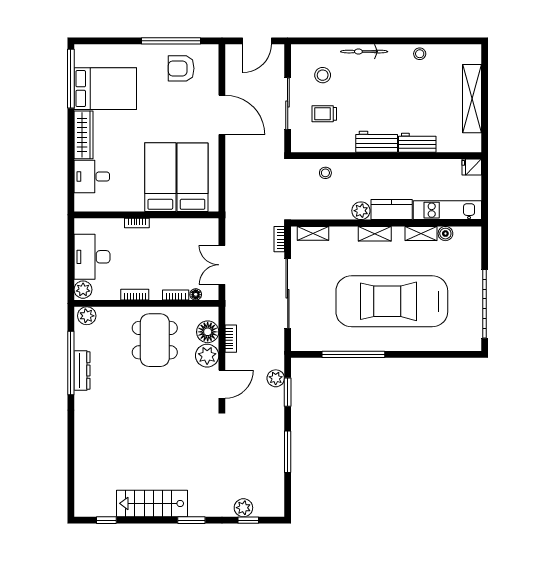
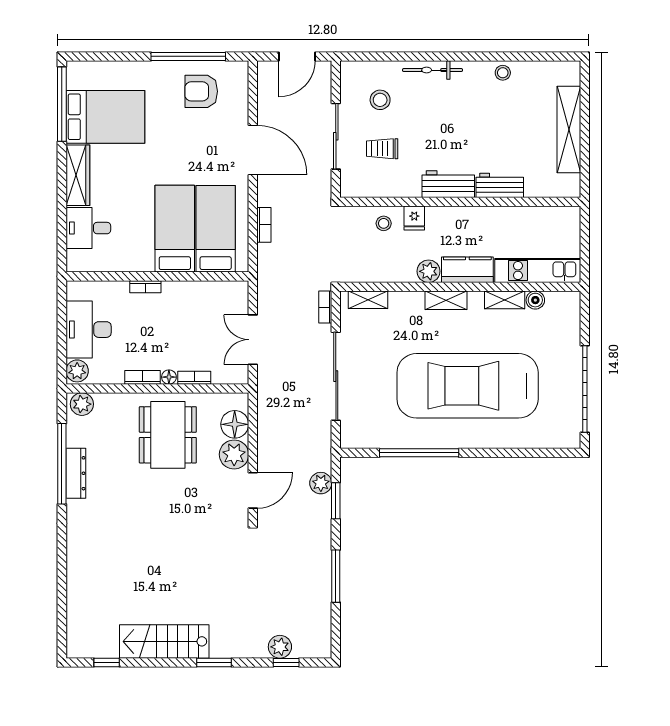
fridge: (472, 167) -> (414, 218), moved, turned -90
floor lamp: (196, 294) -> (169, 377), moved
bookcase: (231, 339) -> (264, 225), moved

